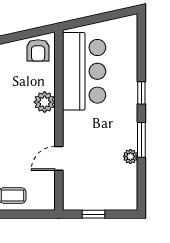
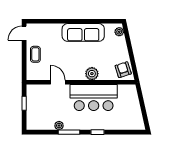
armchair: (38, 50) -> (123, 70), turned 72
bar counter: (84, 71) -> (94, 98), moved

